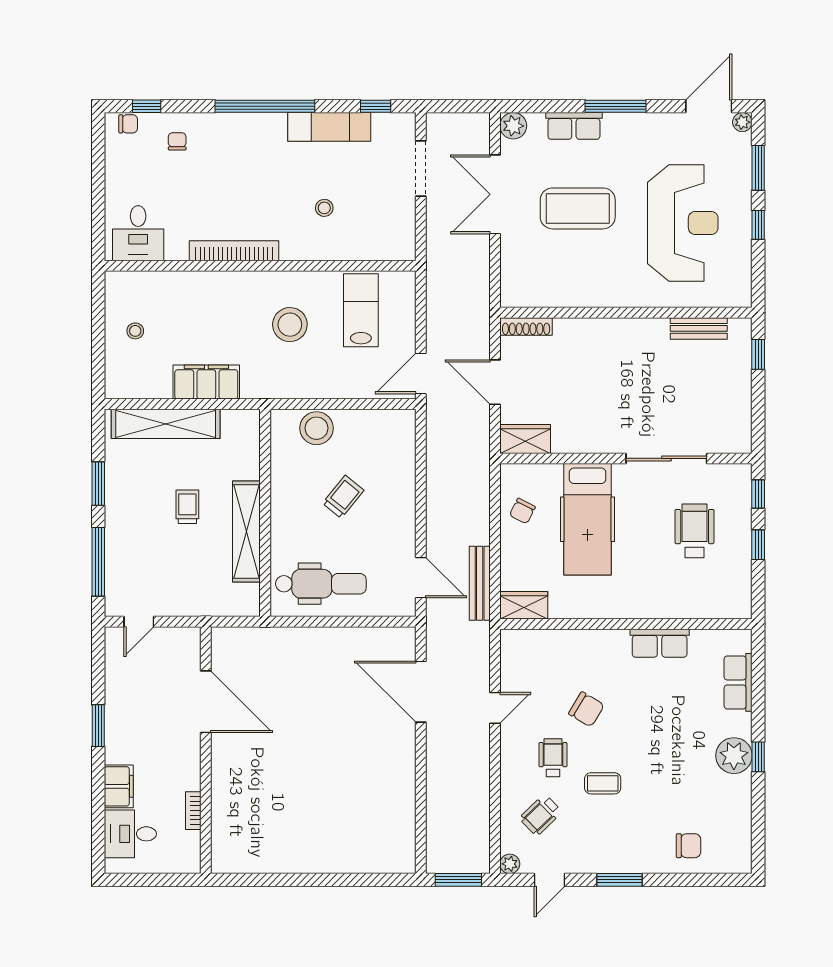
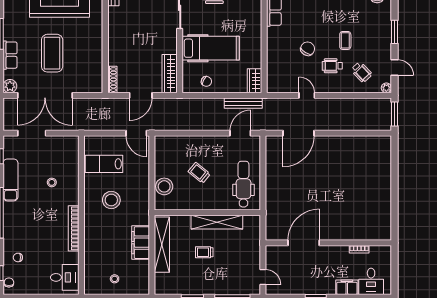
double door: (495, 194) -> (45, 95), width x1.36
shelving: (166, 424) -> (162, 245), moved
wardrobe: (525, 439) -> (170, 74), width x1.50

